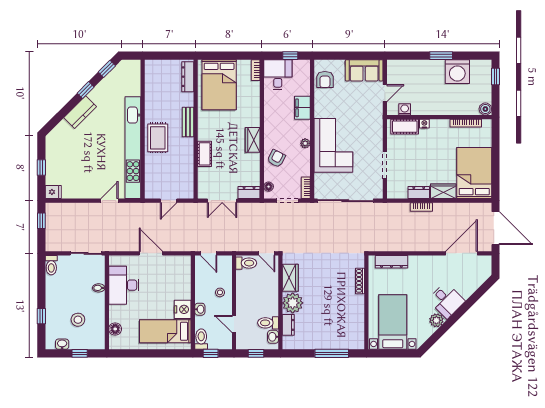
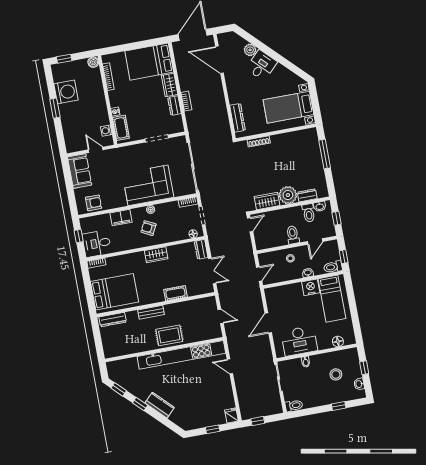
armchair: (276, 158) -> (149, 228), moved
toilet: (246, 263) -> (293, 235), moved
plant: (436, 320) -> (250, 50), moved

